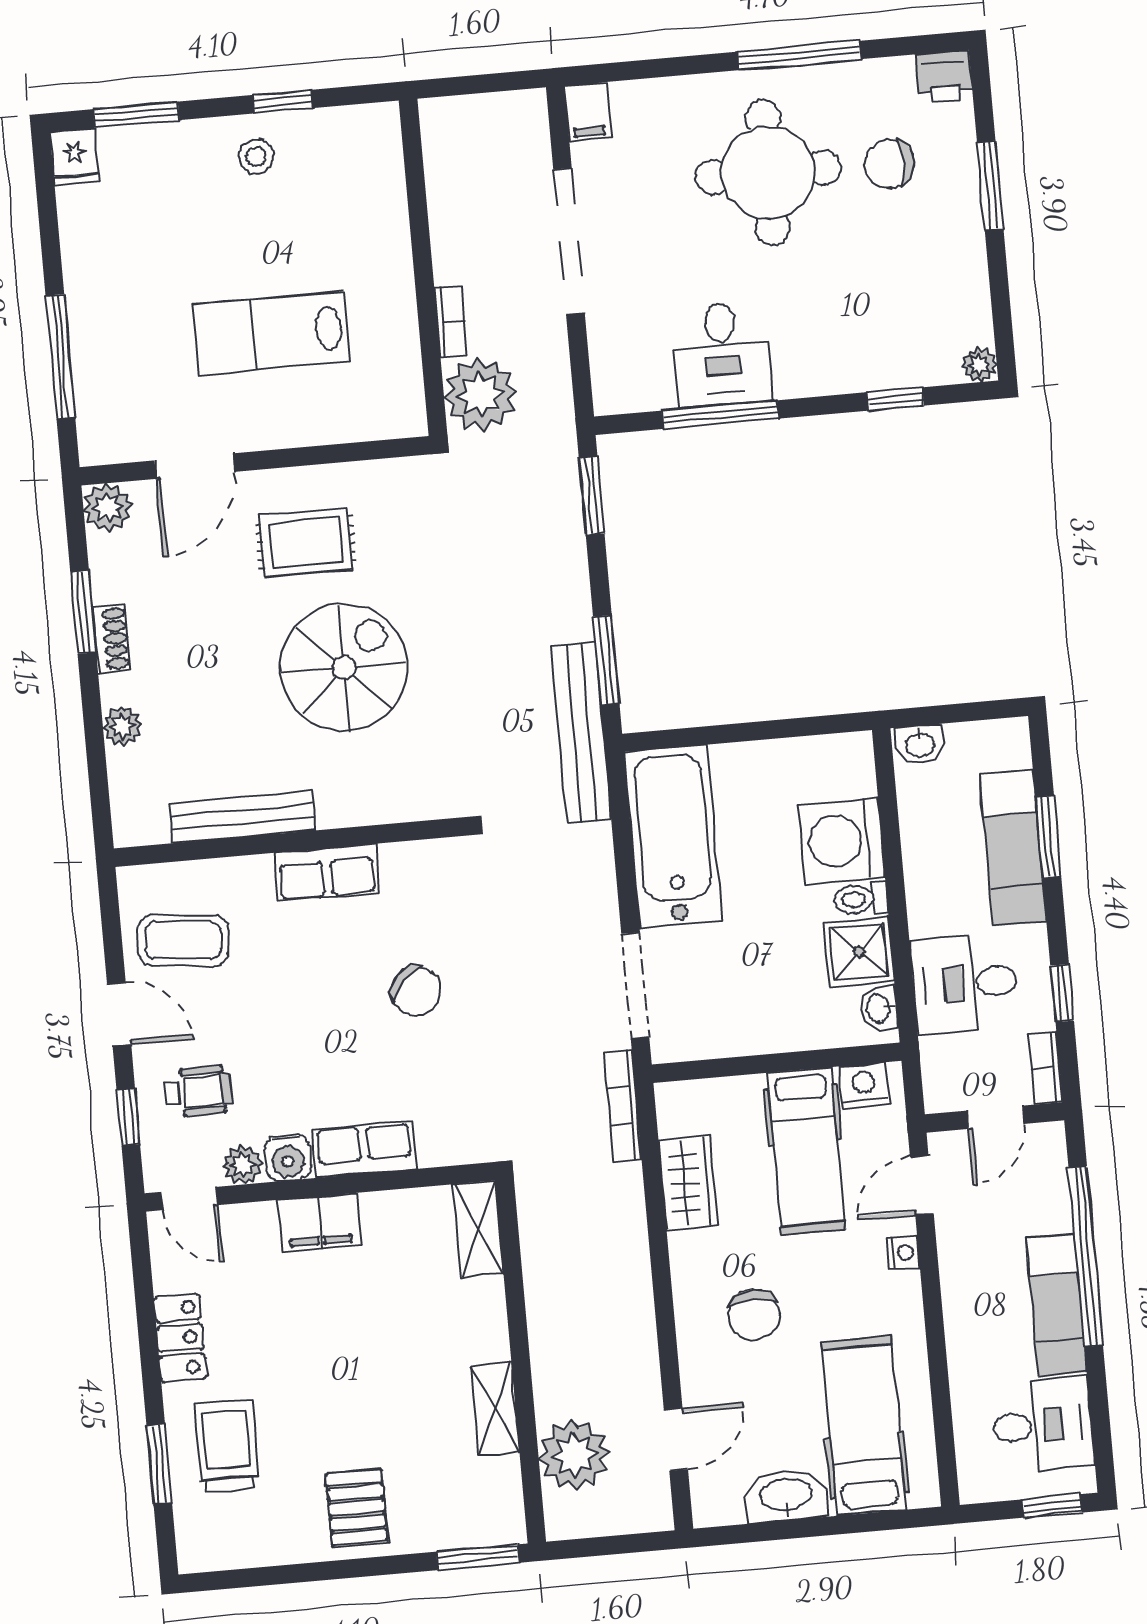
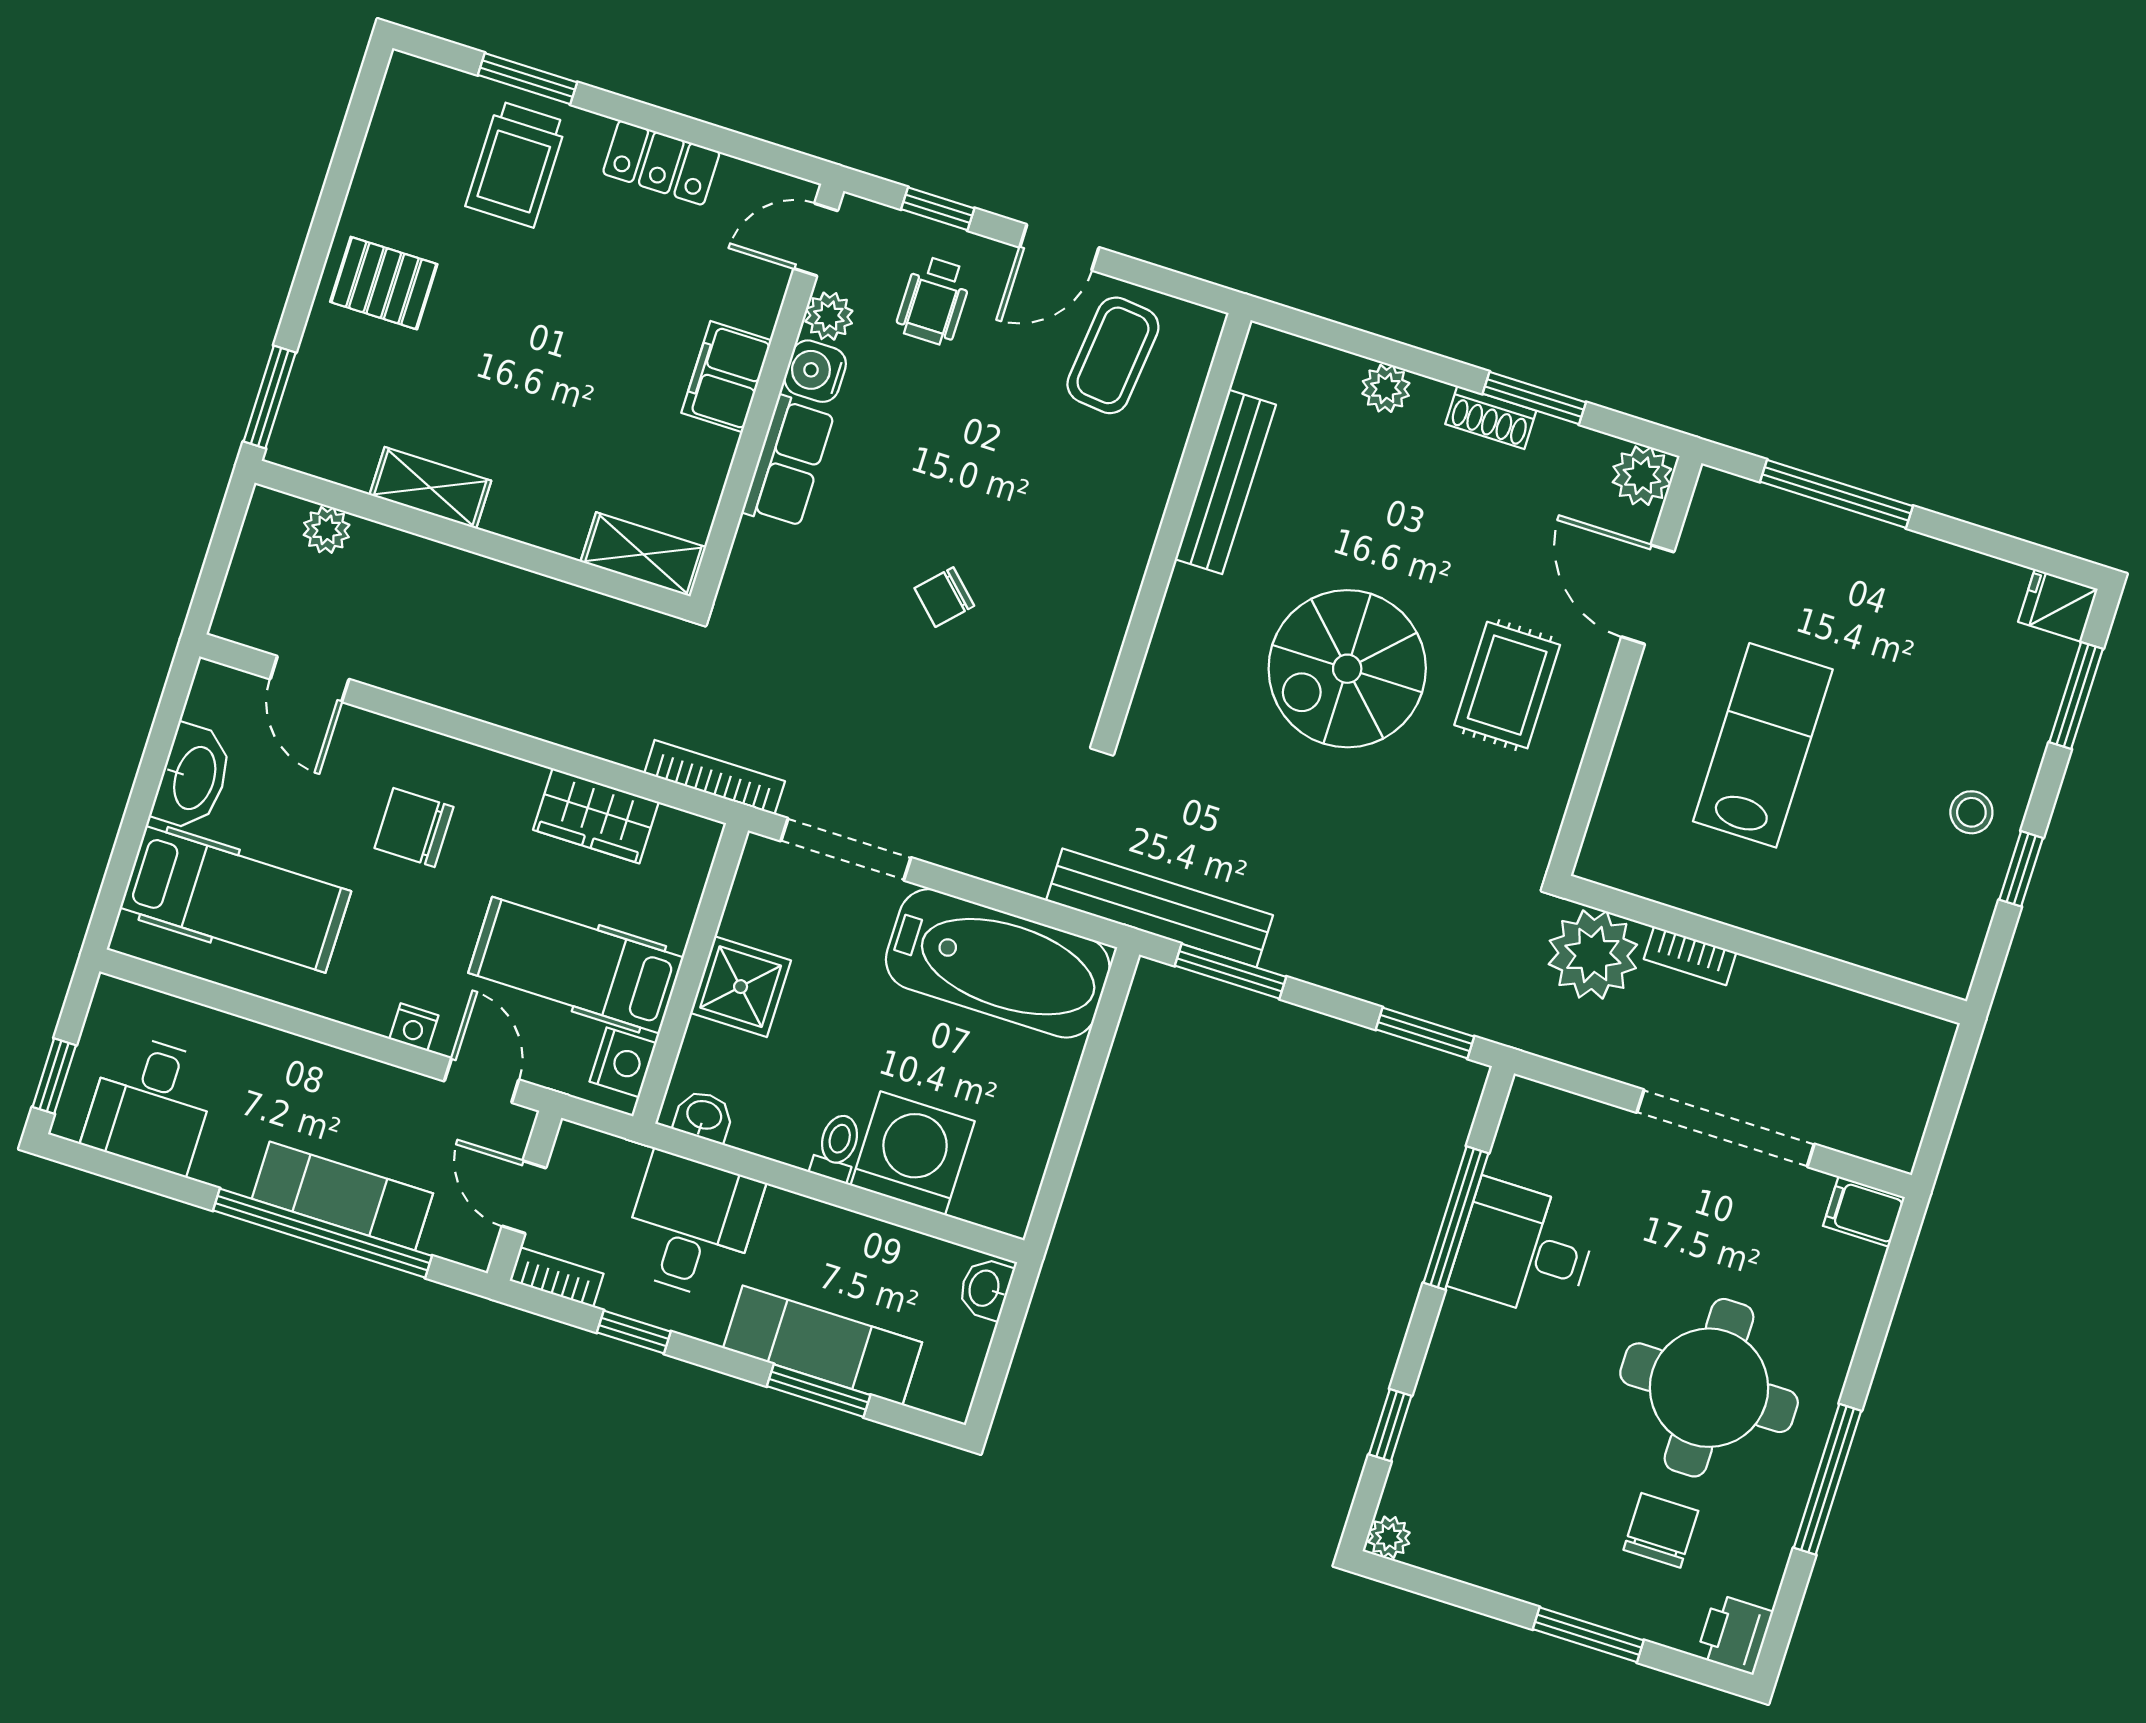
spiral stairs: (344, 667) -> (1347, 669), turned 90
row of seats: (327, 873) -> (1122, 551), removed
shower: (859, 952) -> (741, 987), moved
chair: (416, 991) -> (944, 597), width x0.73, depth x0.73
exam couch: (1056, 1305) -> (342, 1196), moved
trolley: (227, 1446) -> (516, 164), turned 90
plant: (574, 1455) -> (327, 530), width x0.53, depth x0.53

